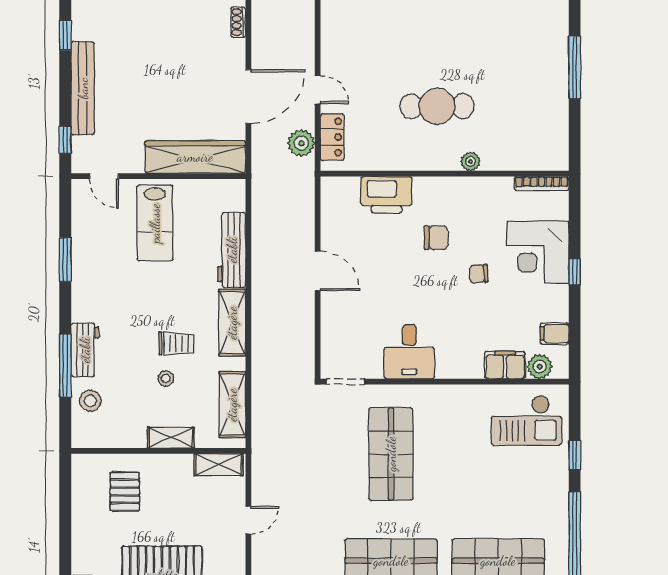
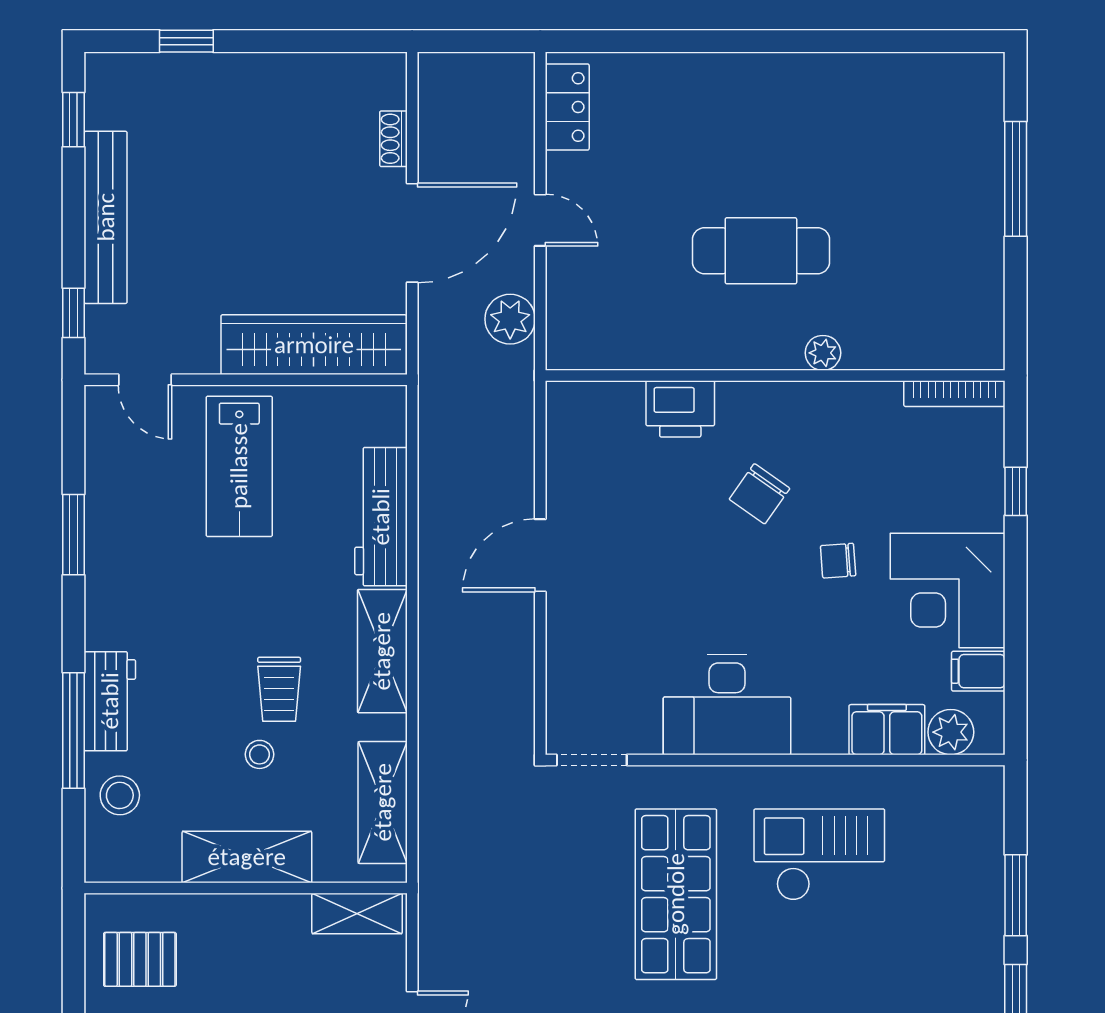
shoe rack: (238, 22) -> (393, 139), moved
locker: (332, 137) -> (567, 107), moved
printer: (386, 195) -> (680, 409), width x0.73, depth x0.84
chair: (436, 238) -> (760, 494), turned 125
corner desk: (538, 252) -> (948, 591), moved
door: (318, 271) -> (540, 555), swing flipped
window: (575, 272) -> (1016, 491), moved
trolley: (176, 343) -> (279, 689), turned 90
desk: (409, 352) -> (727, 705), width x1.37
checkout: (526, 420) -> (819, 855), moved, turned 180
shelving: (171, 438) -> (247, 857), width x1.50, depth x1.33
window: (575, 455) -> (1016, 895), width x1.50
pallet: (125, 491) -> (140, 959), moved, turned 90

